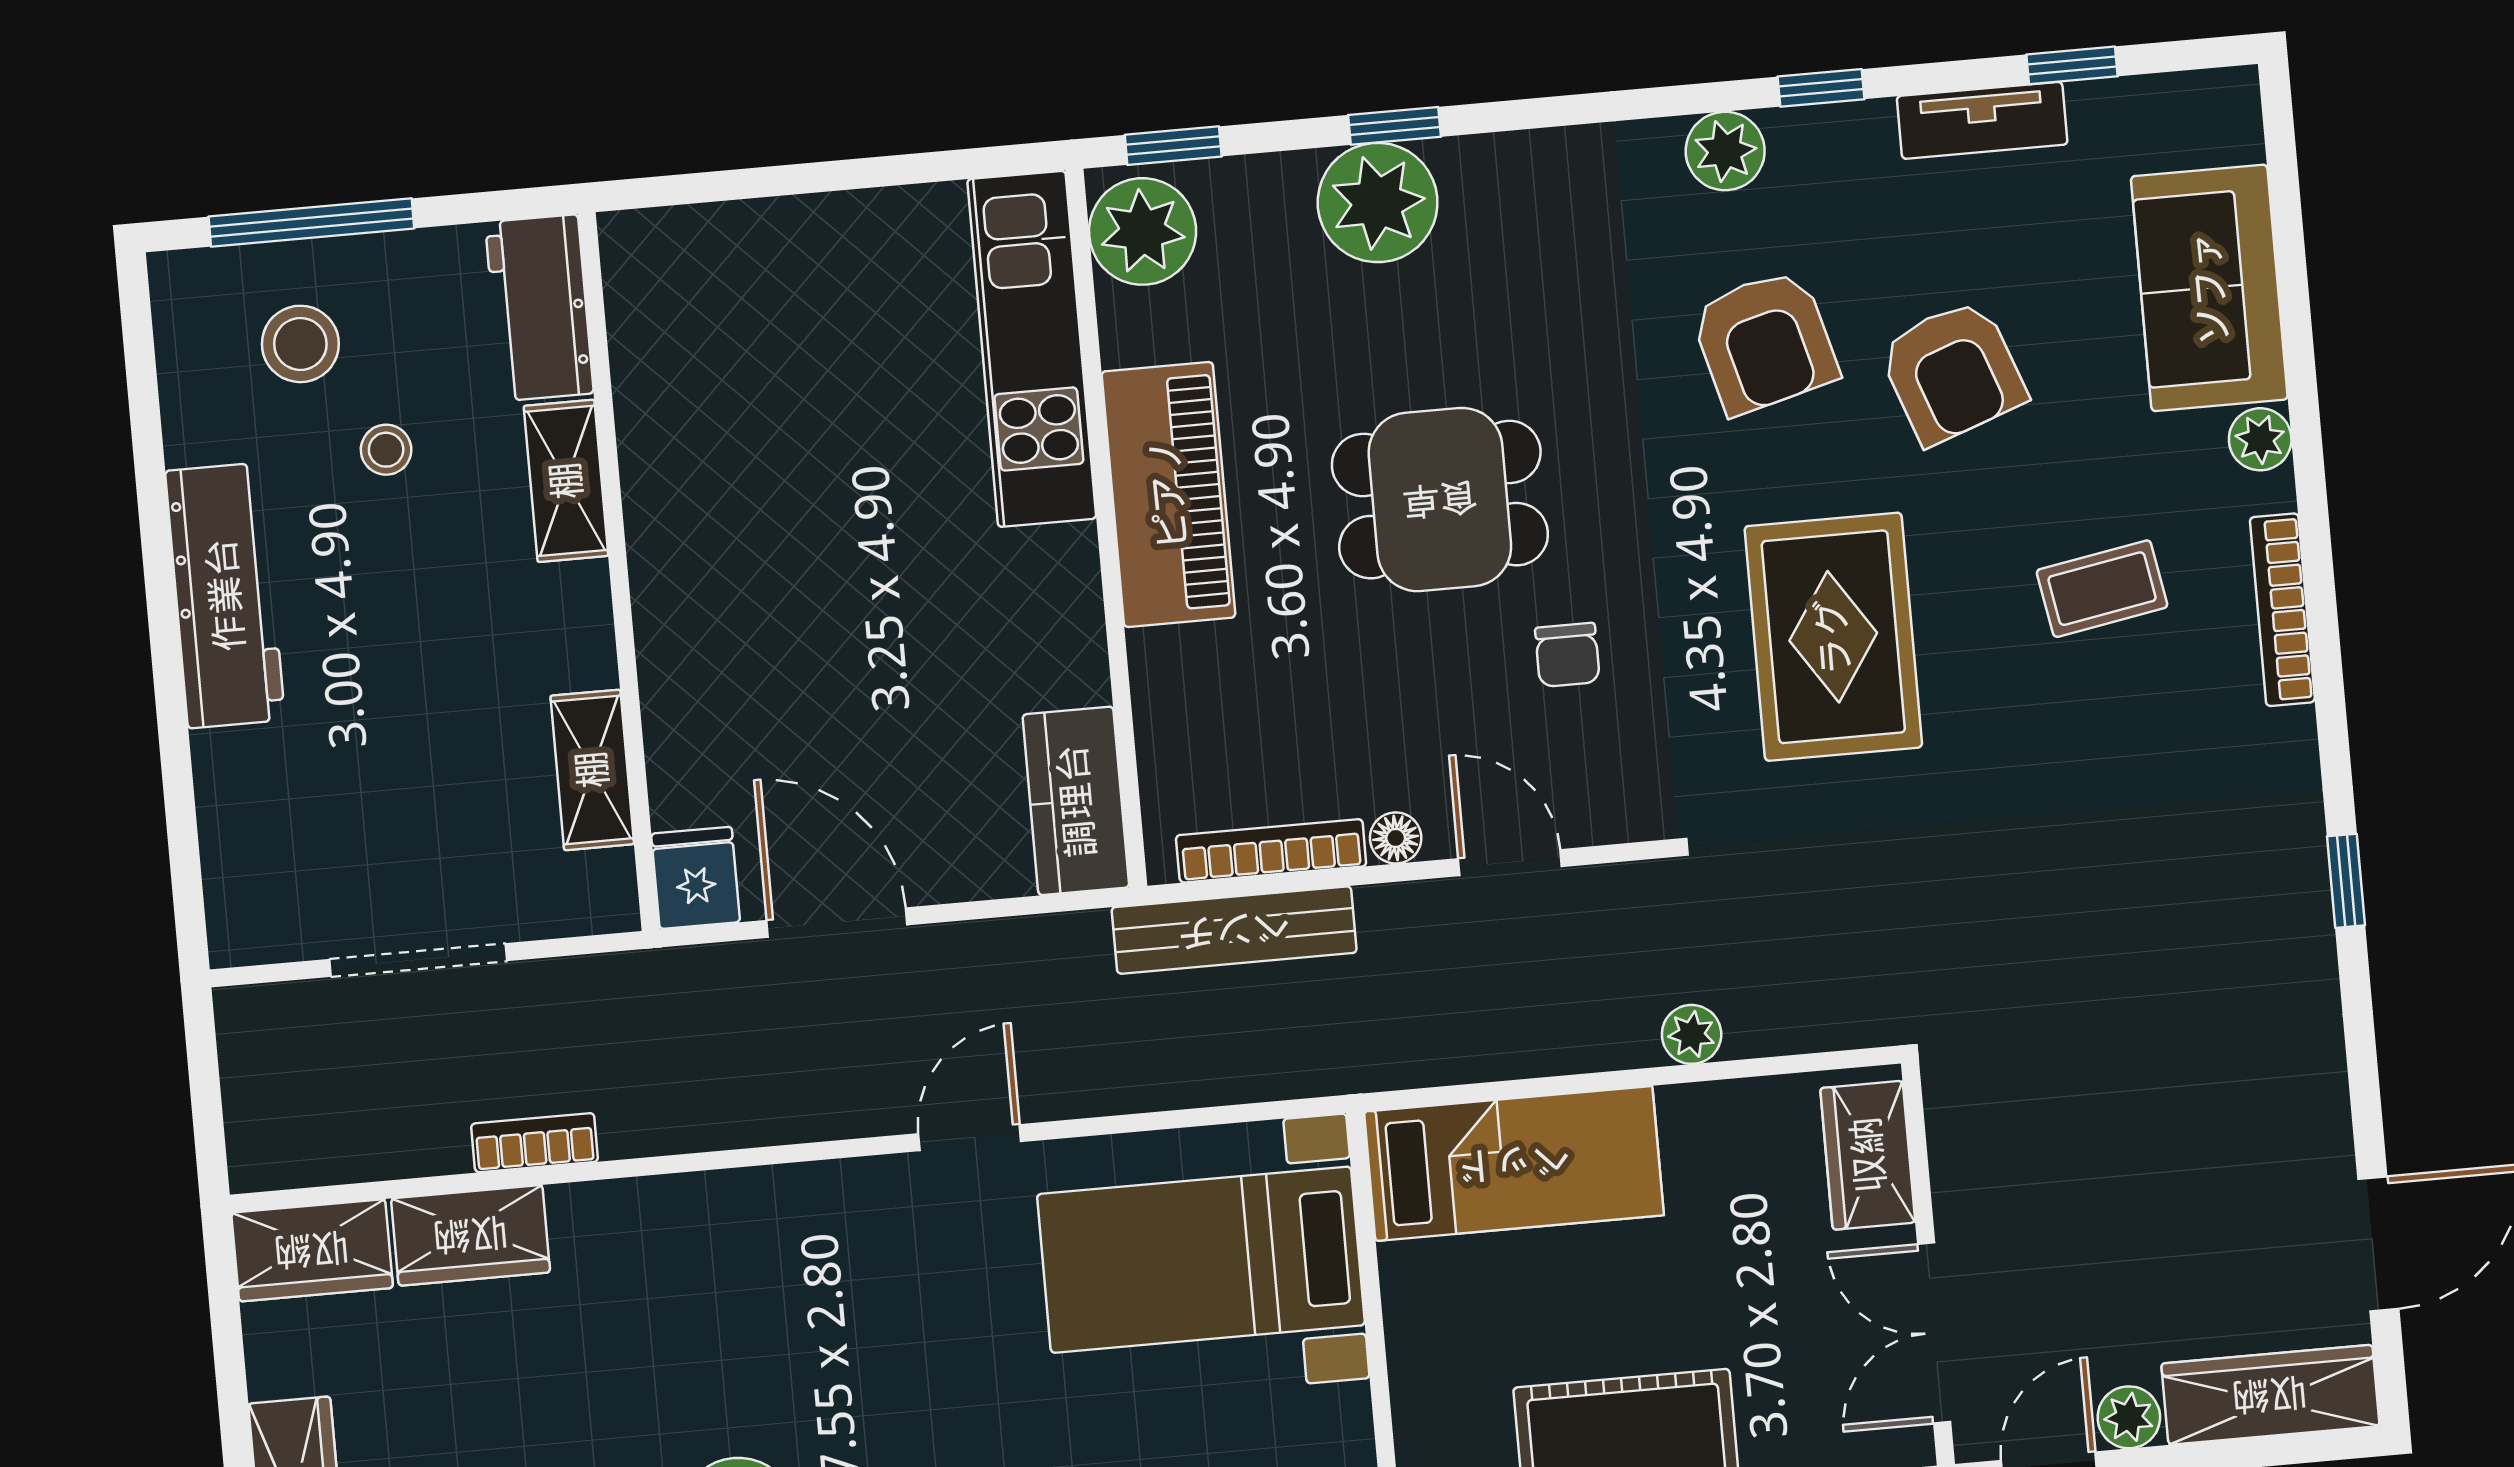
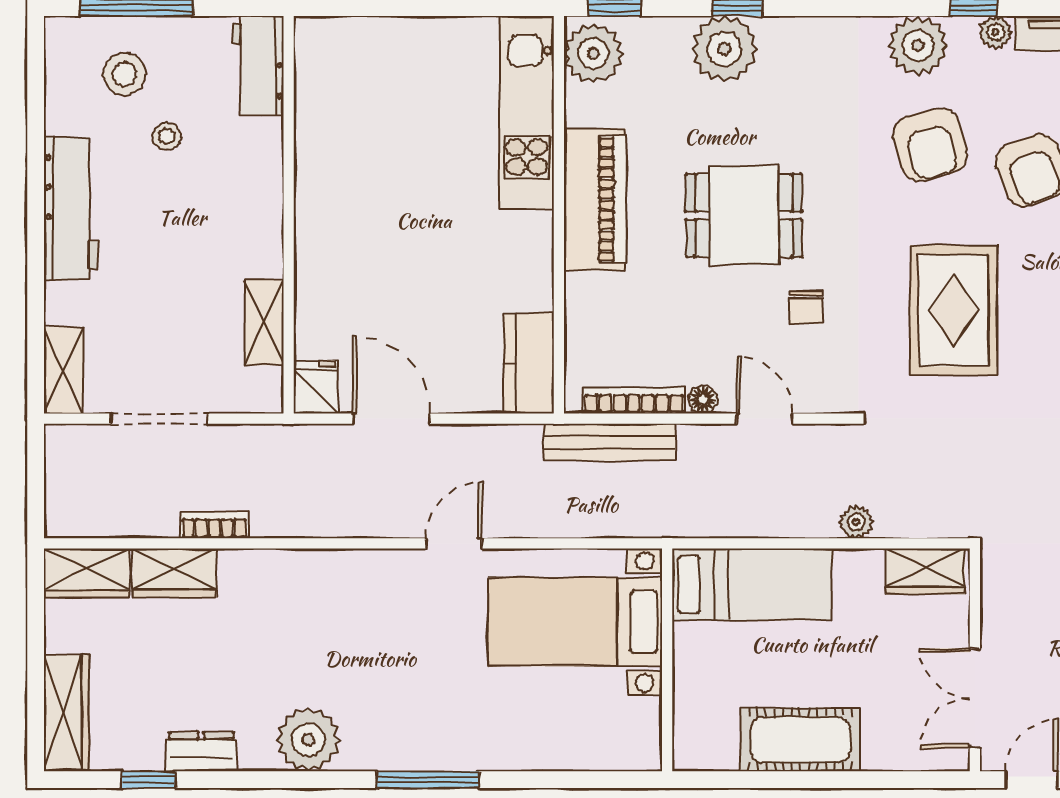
plant: (1864, 129) -> (995, 32), added
plant: (1725, 151) -> (918, 46), width x1.36, depth x1.36
shelving: (566, 481) -> (64, 370), moved
wardrobe: (1868, 1155) -> (925, 571), moved, turned -90

